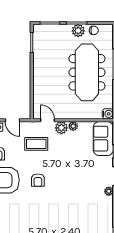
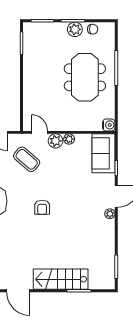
meeting table: (87, 72) -> (85, 77), width x0.73
coffee table: (36, 144) -> (27, 159), turned 41
armchair: (38, 180) -> (42, 207), moved

